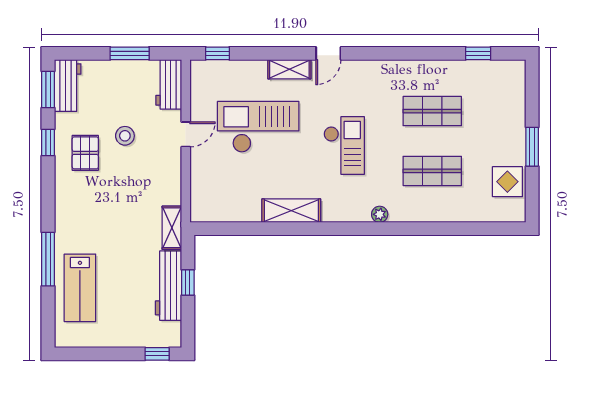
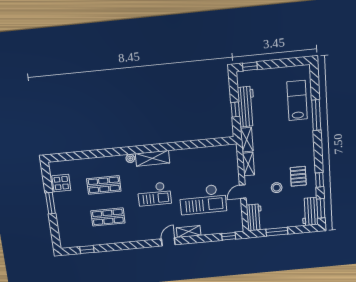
checkout: (344, 146) -> (154, 194), turned -90
shelving: (172, 184) -> (248, 164), added
shelving: (291, 211) -> (152, 158), moved

